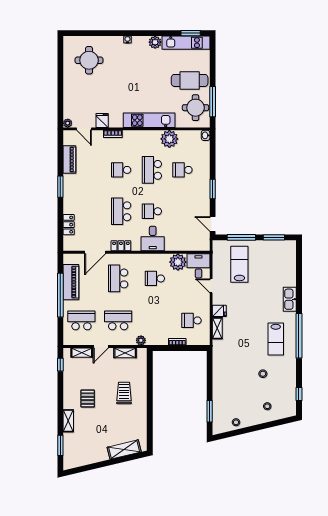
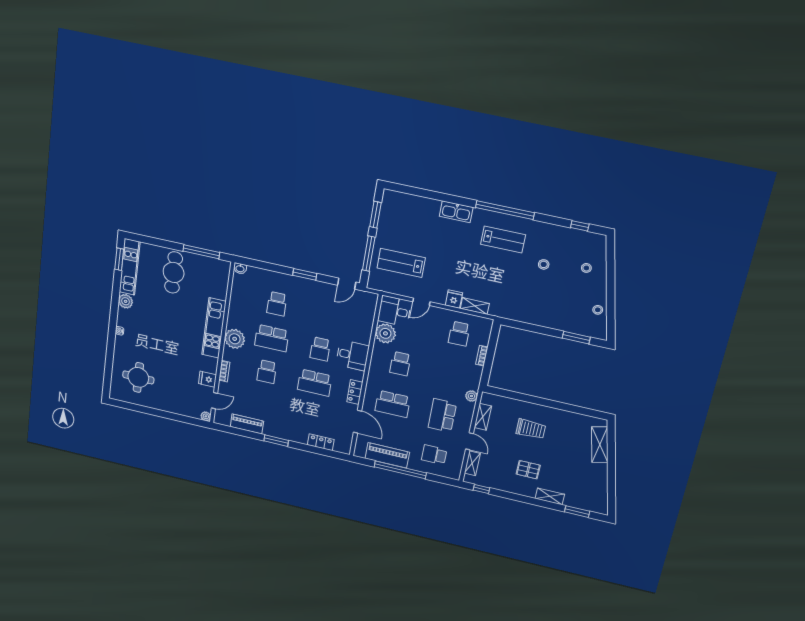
round table: (196, 108) -> (206, 273), removed
plant: (169, 139) -> (235, 339), moved
school desk: (81, 320) -> (434, 455), width x0.54
trolley: (124, 393) -> (531, 429), turned 180

